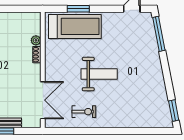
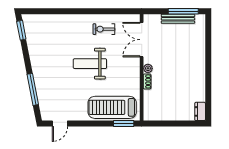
window: (78, 9) -> (124, 124), moved
window: (159, 34) -> (33, 89), moved
plant: (36, 40) -> (148, 68), moved

